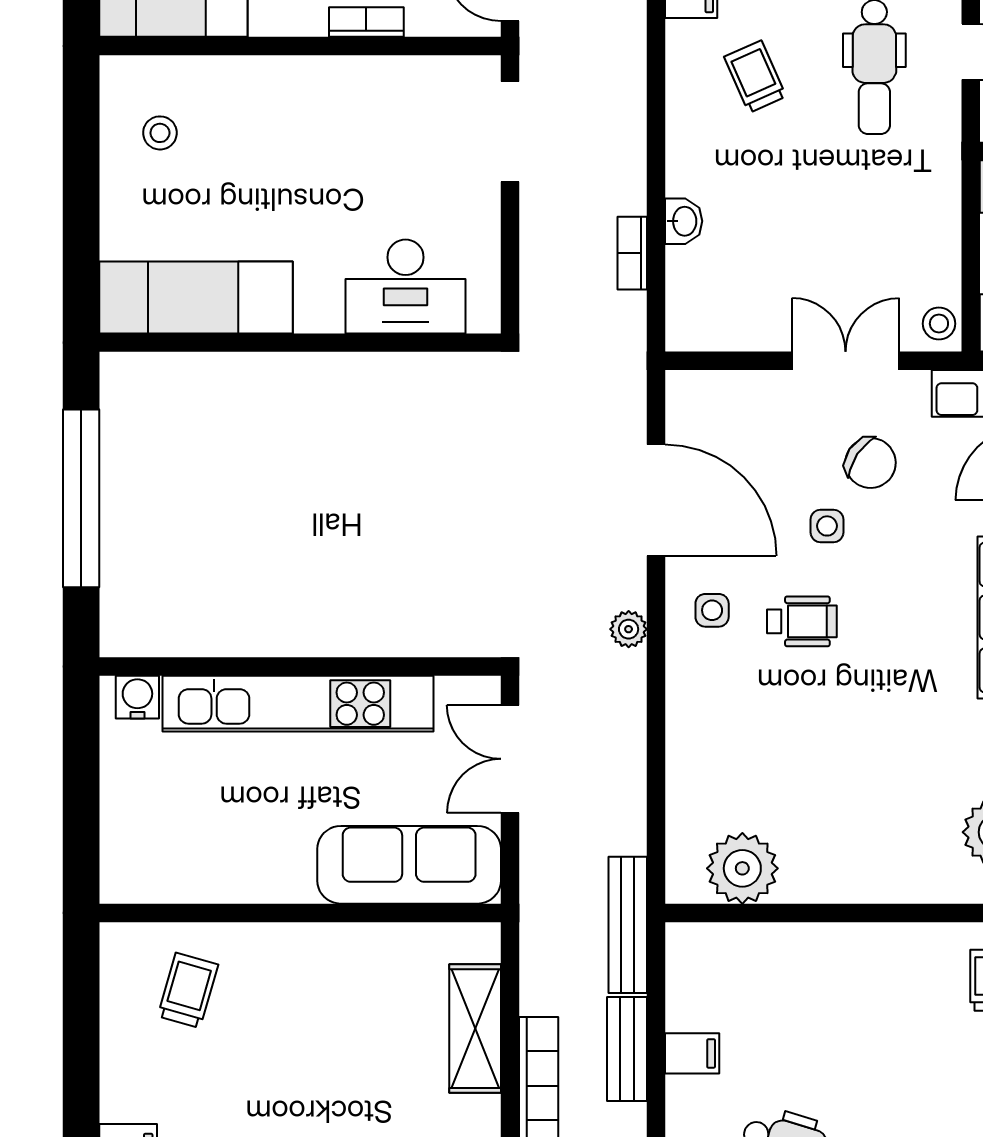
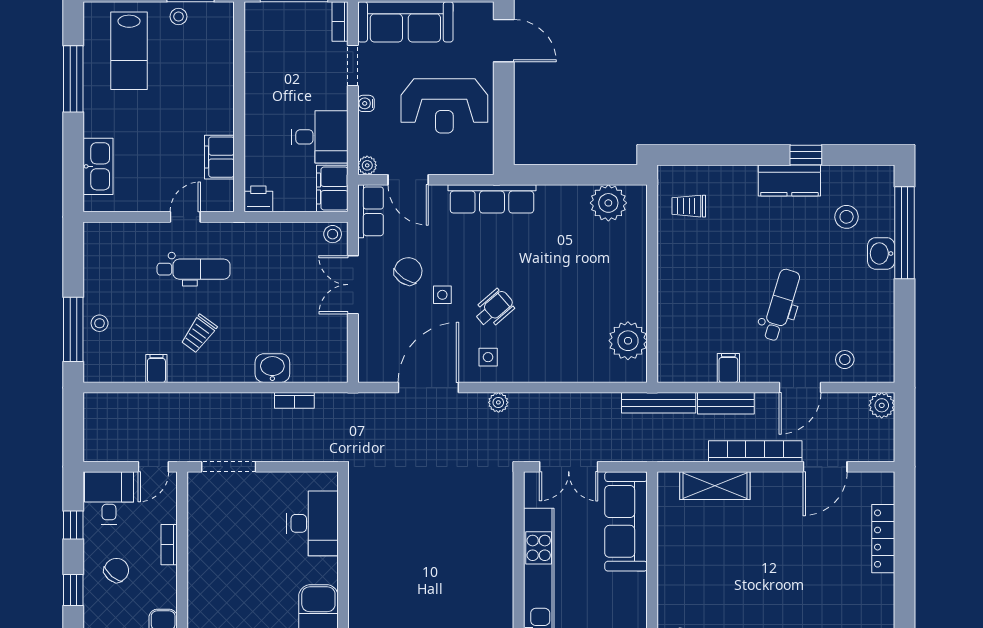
trolley: (755, 77) -> (199, 334), turned -30
washbasin: (684, 221) -> (272, 368), width x1.38, depth x1.45
wheelchair: (802, 621) -> (494, 308), turned 49

